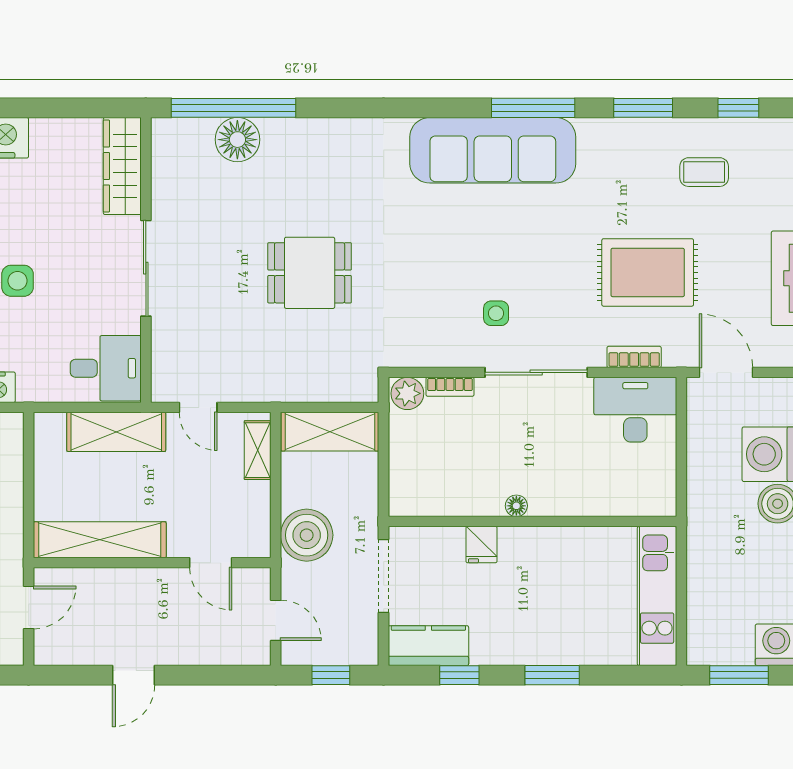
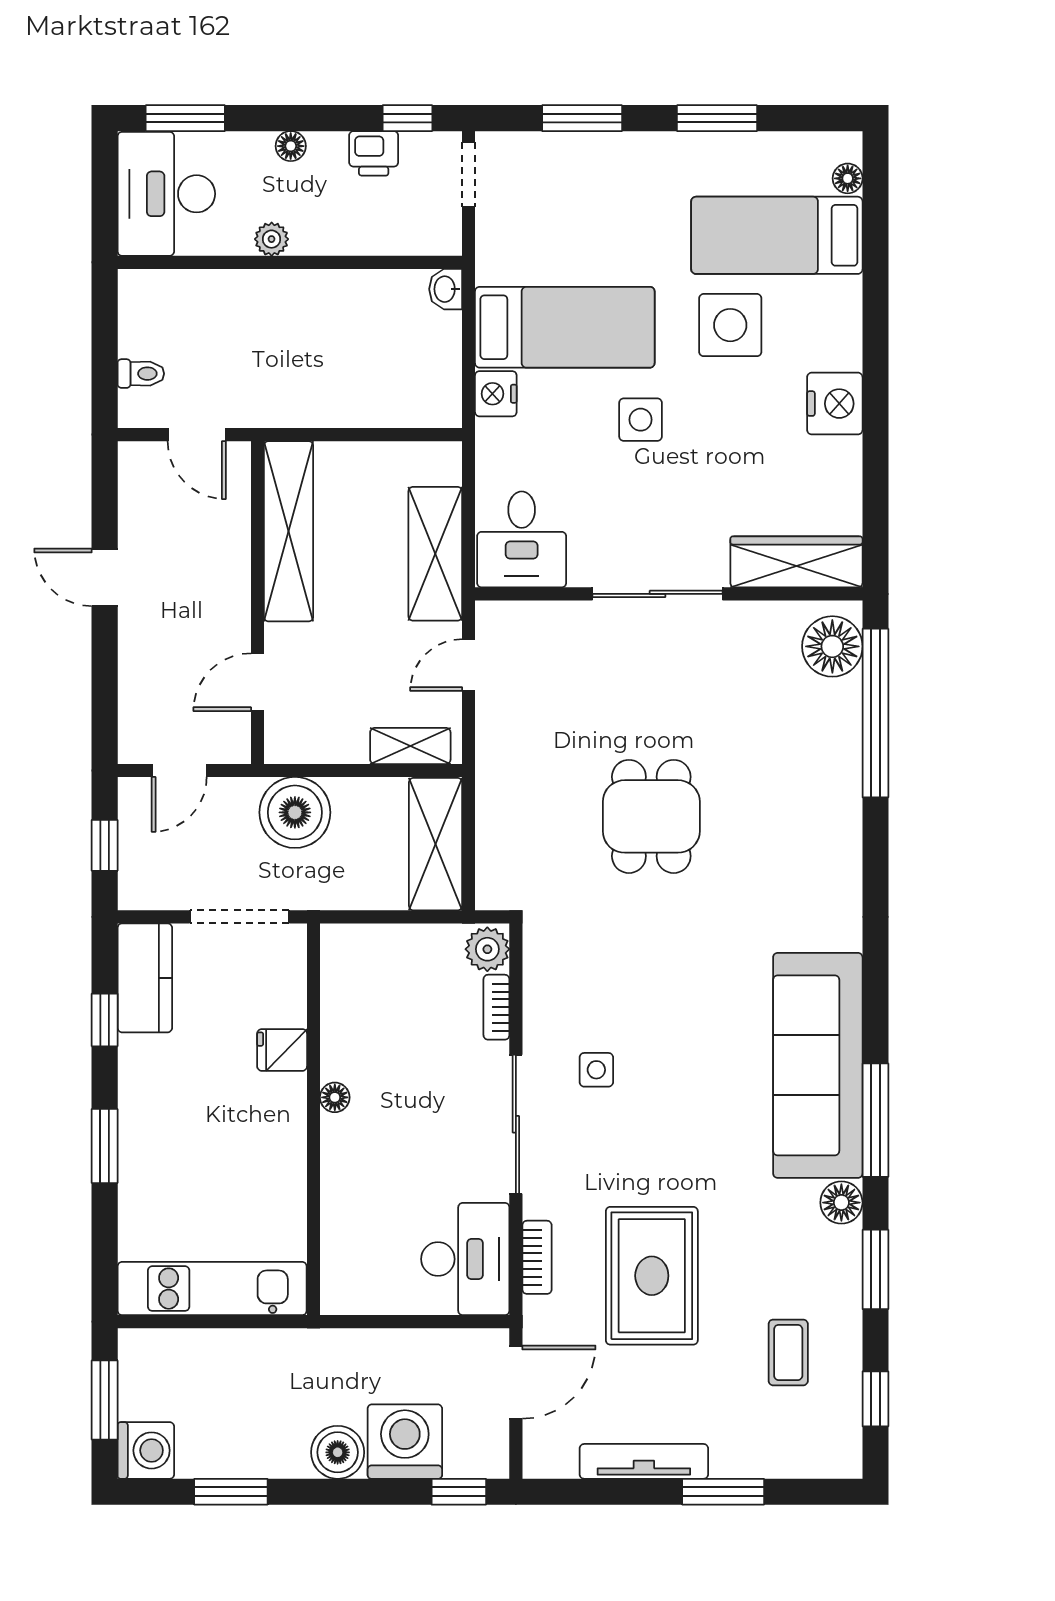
floor lamp: (594, 133) -> (841, 1203), added
floor lamp: (237, 140) -> (832, 646), moved

